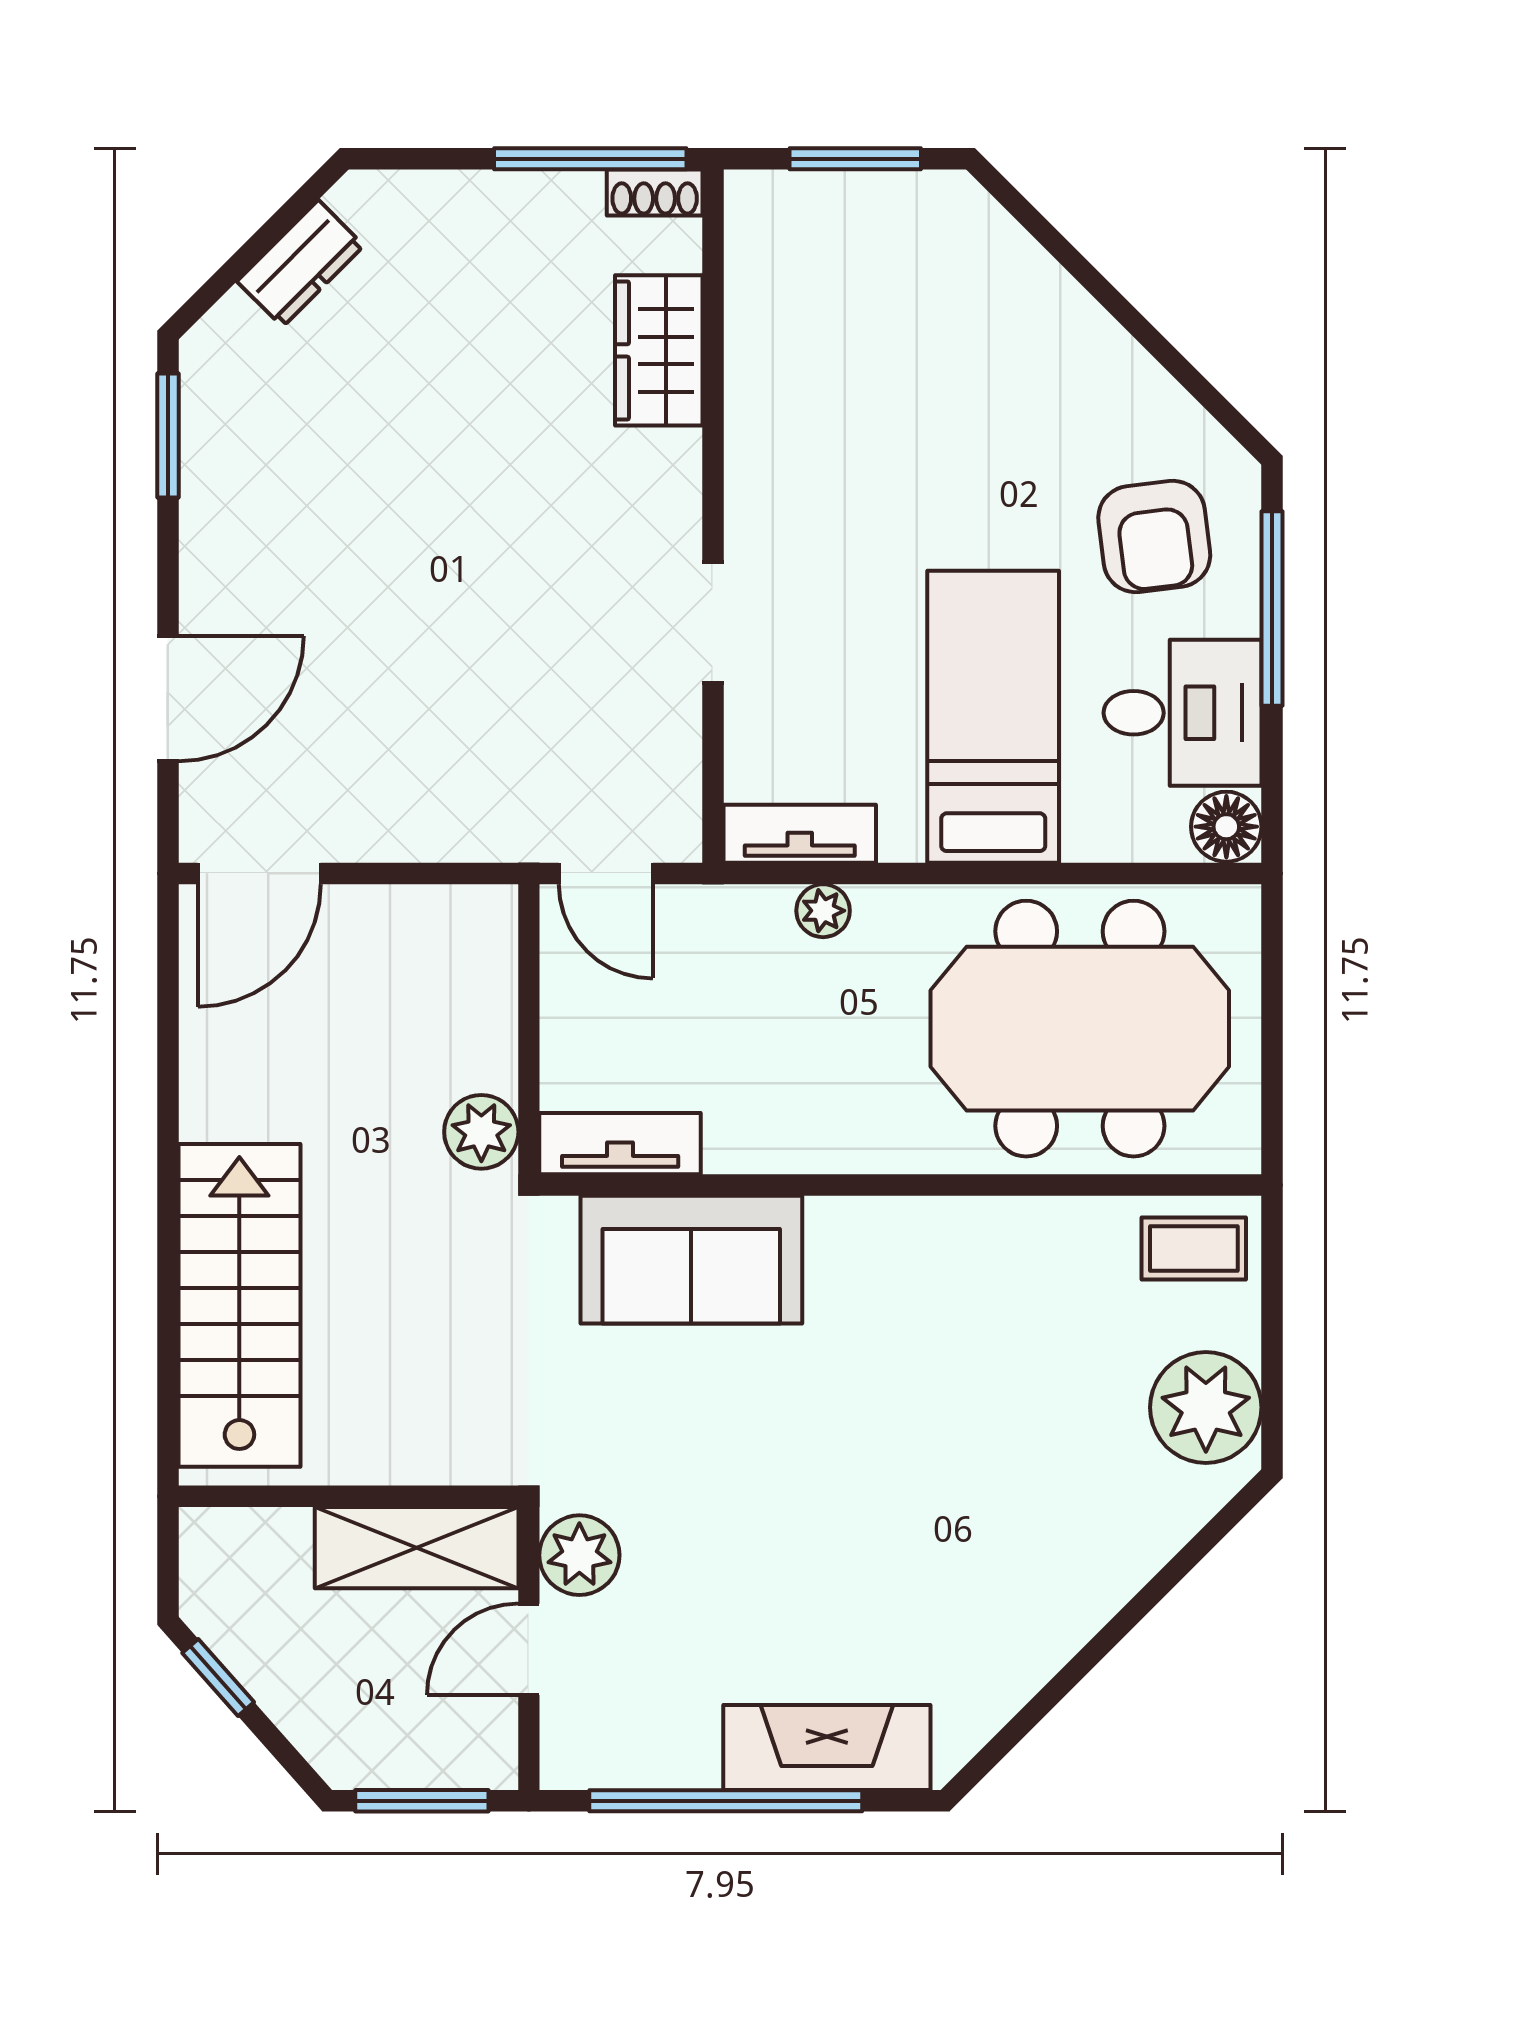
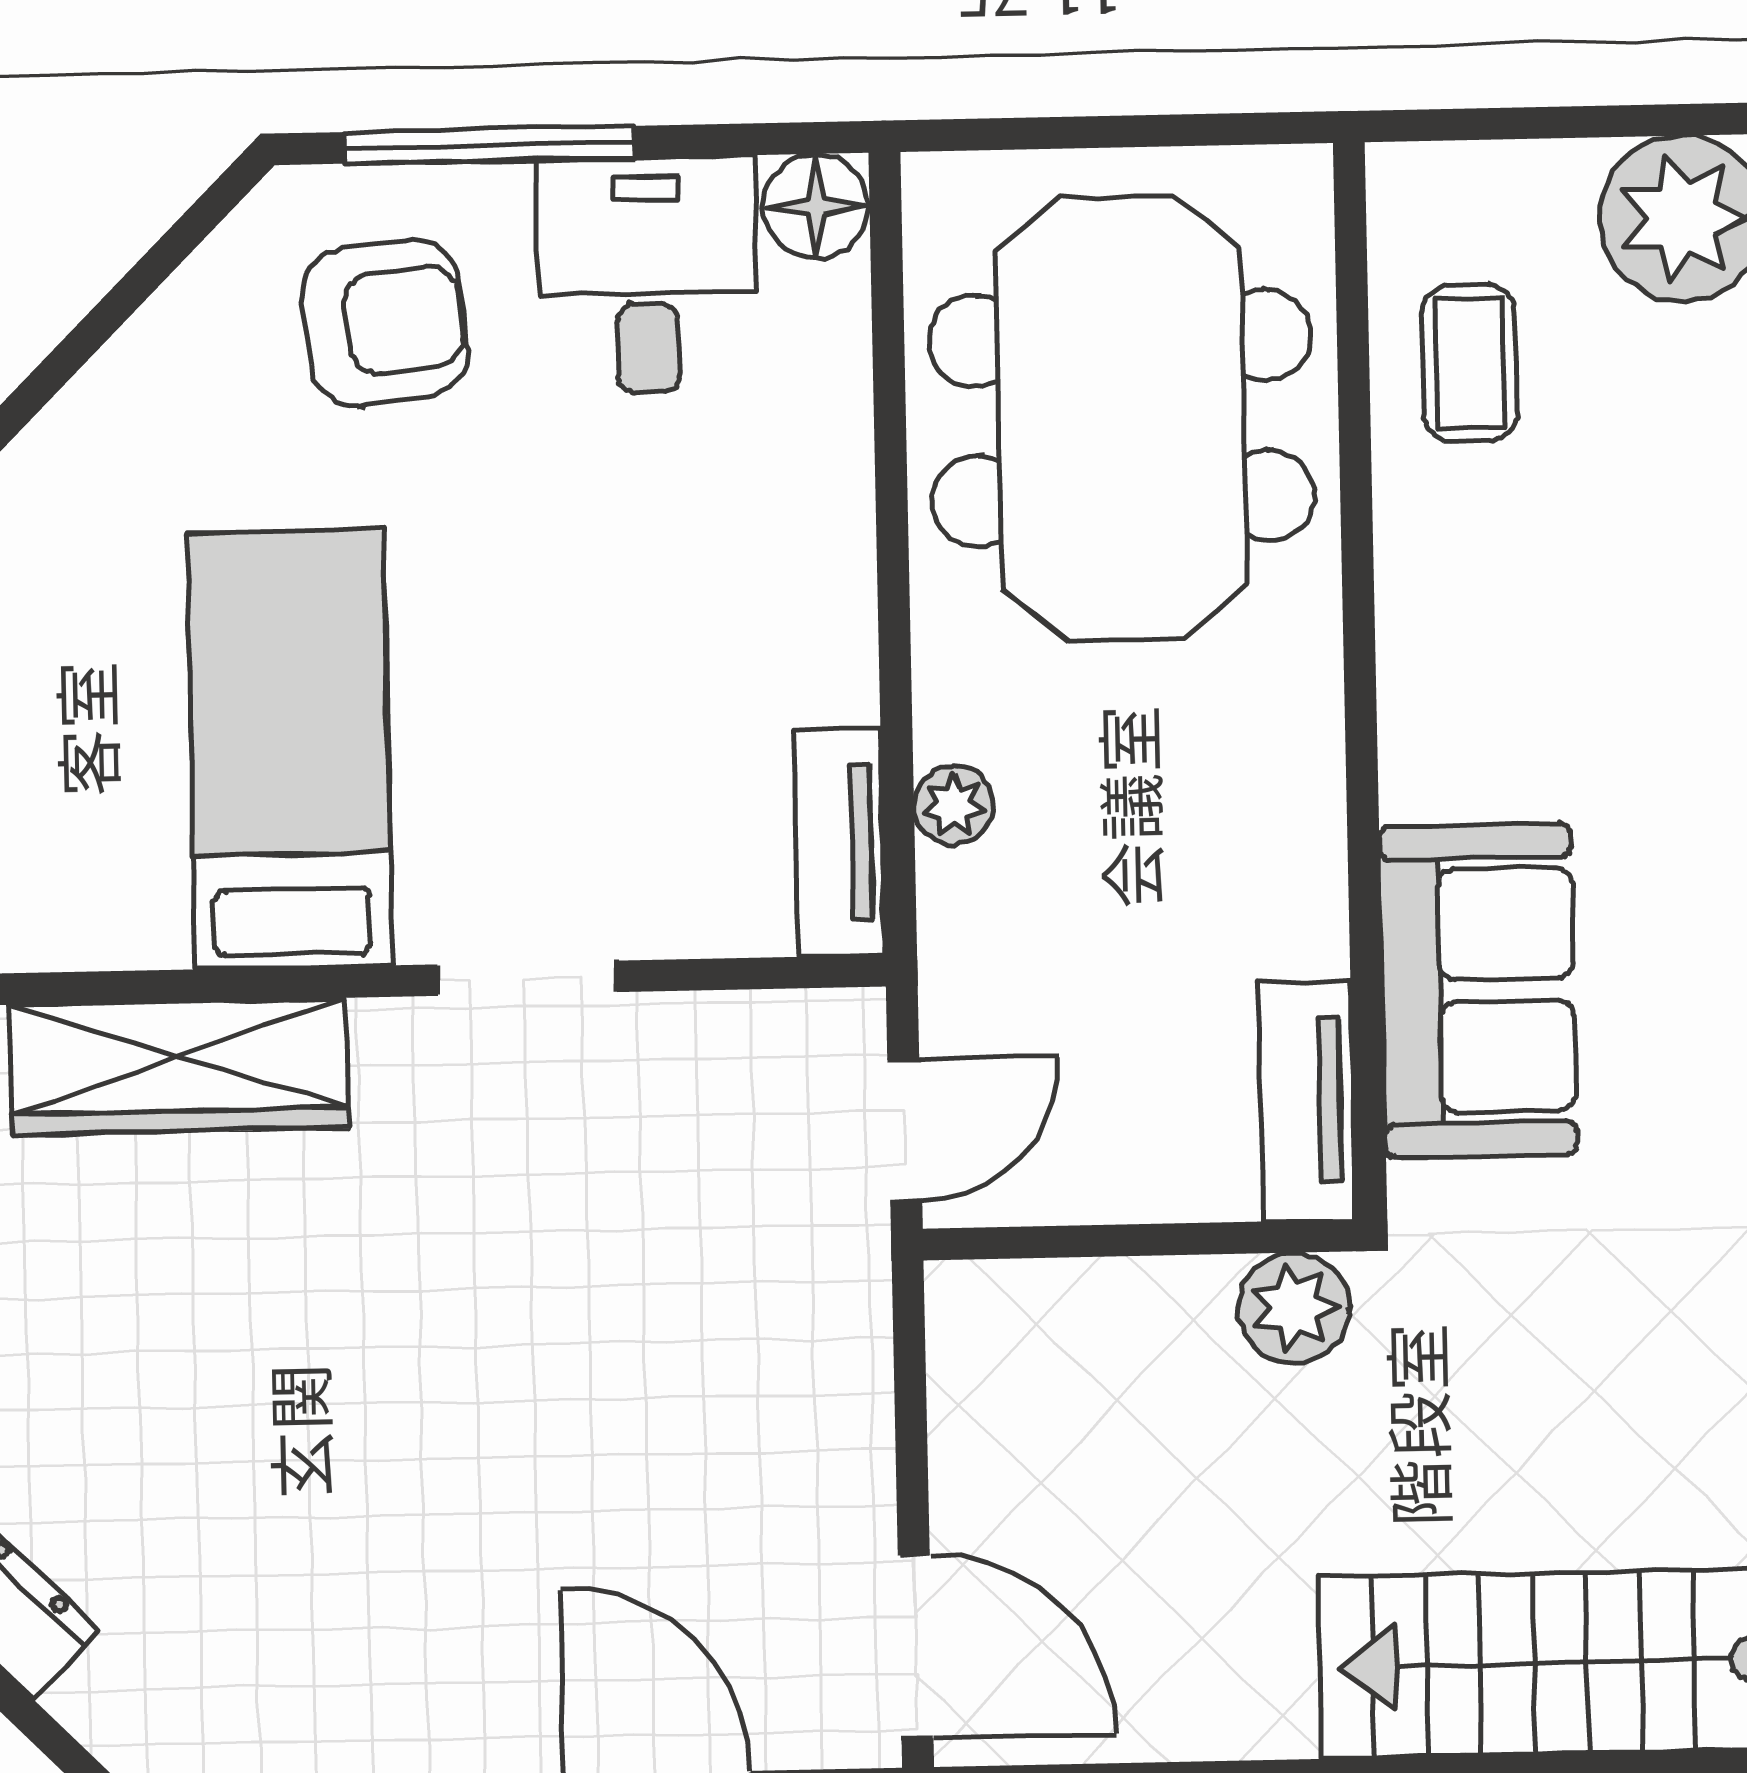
wardrobe: (659, 350) -> (179, 1067), width x1.50
bed: (993, 717) -> (290, 749), moved, turned 90
coffee table: (1194, 1249) -> (1469, 363), moved

